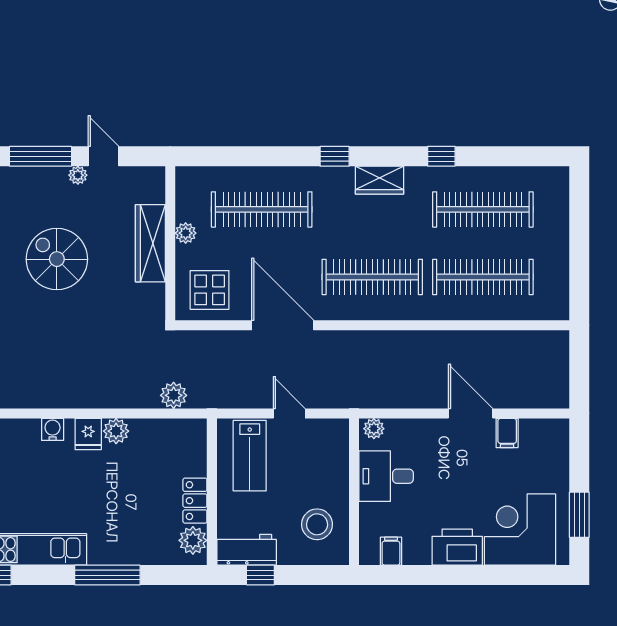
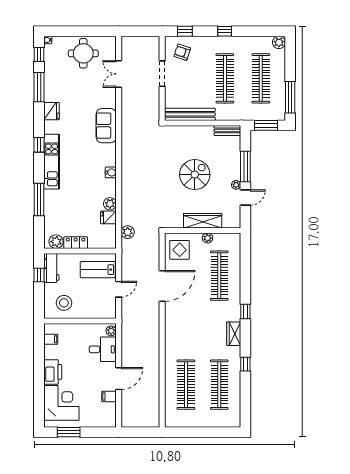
clothes rail: (372, 277) -> (186, 330), removed
fridge: (88, 434) -> (108, 217), moved
desk: (386, 476) -> (103, 349), moved, turned 90

